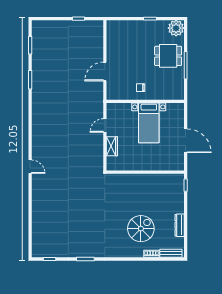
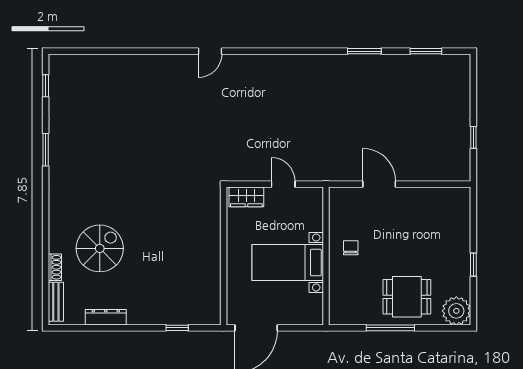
dining table: (168, 56) -> (407, 297), turned 90
wall: (145, 172) -> (224, 256), moved
spiral stairs: (141, 229) -> (100, 248), turned -90

